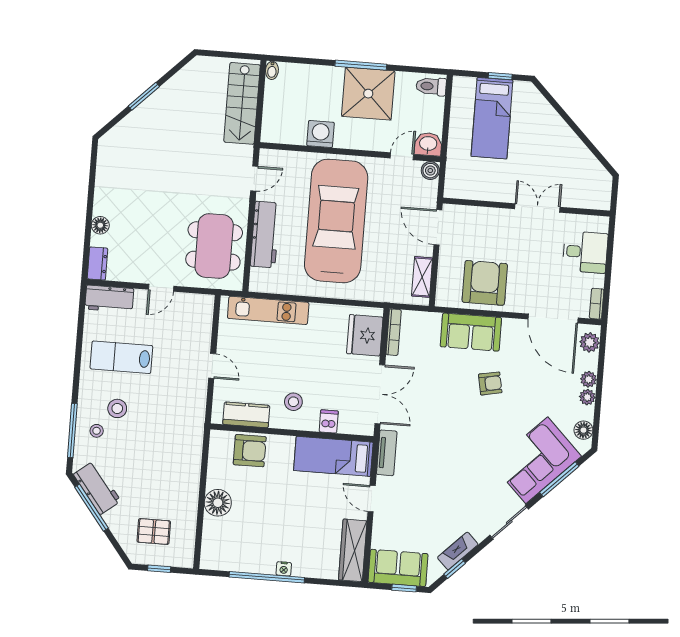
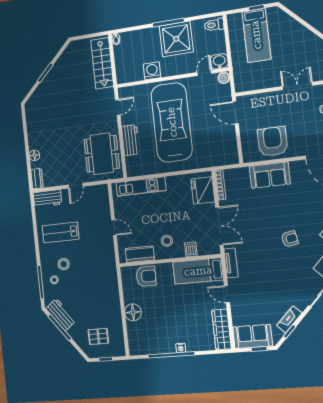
workbench: (265, 235) -> (130, 140), width x0.73
shelving: (422, 277) -> (232, 146), removed
armchair: (490, 383) -> (290, 239), moved

